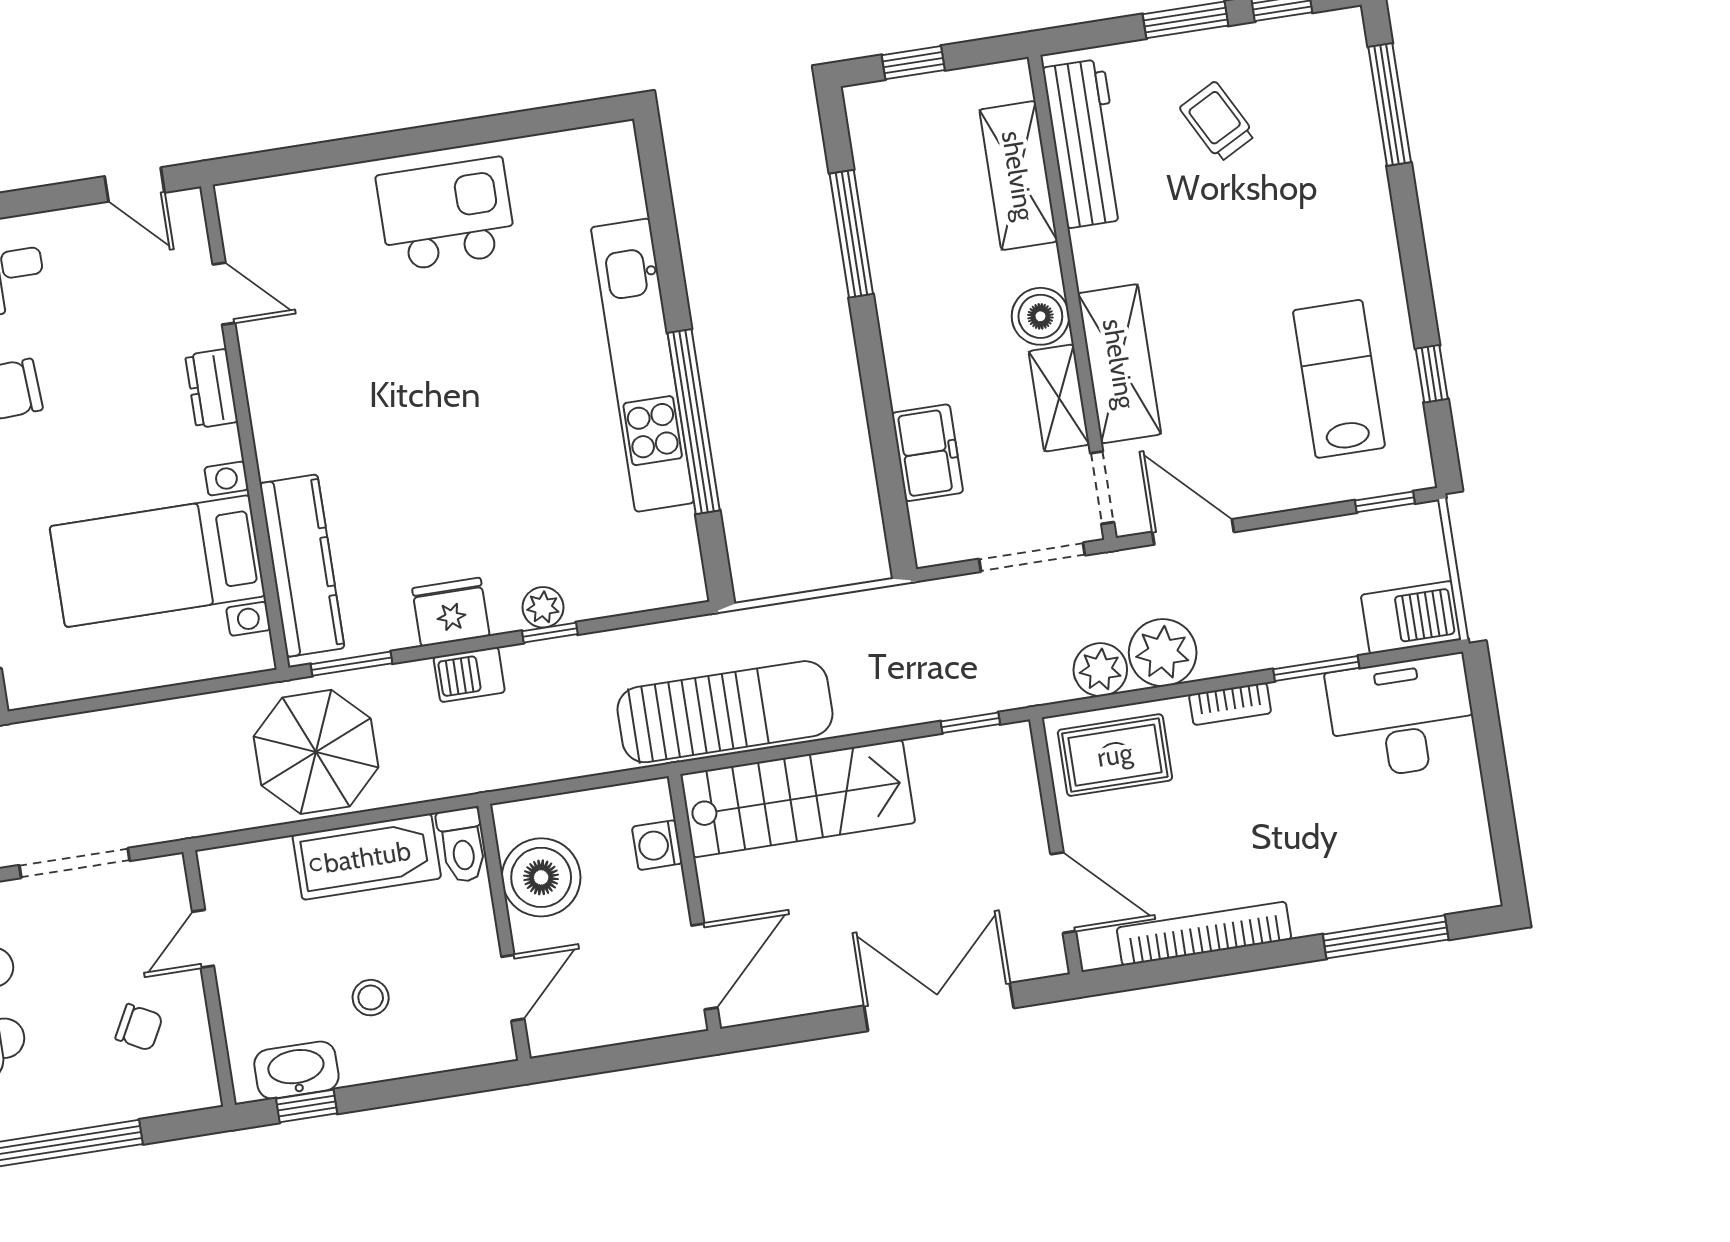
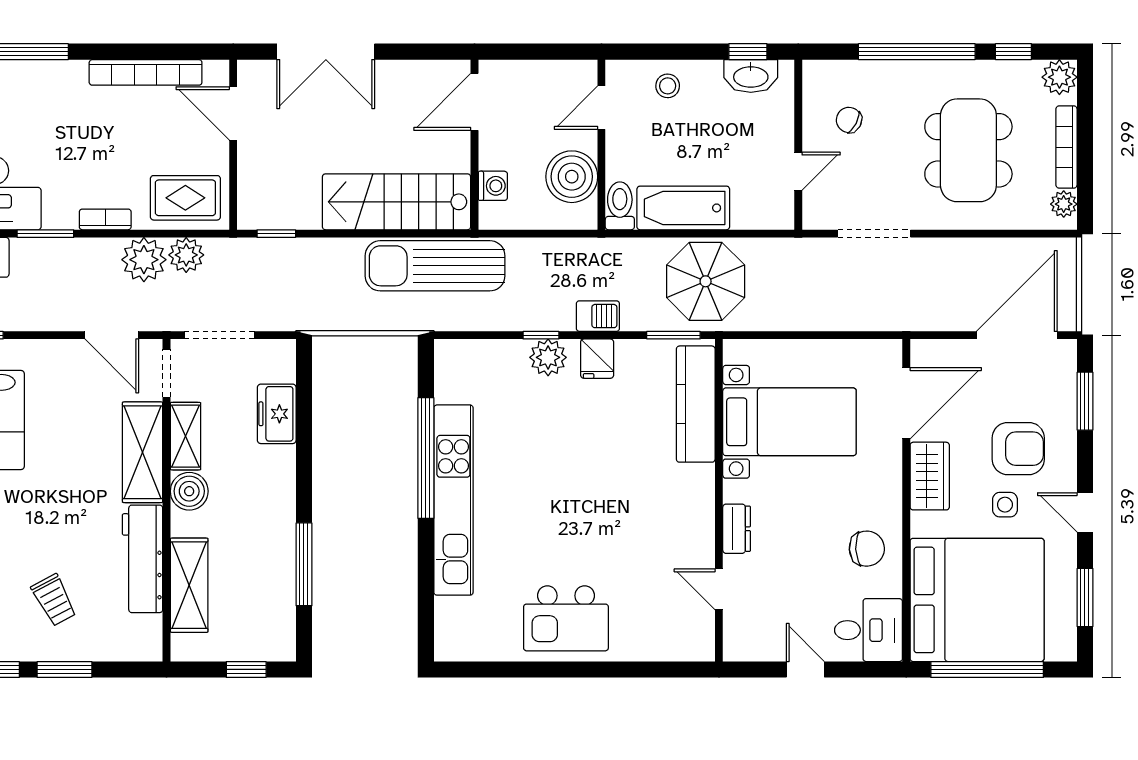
workbench: (1085, 143) -> (142, 559), moved
door: (135, 185) -> (805, 669), moved
plant: (543, 607) -> (548, 357), width x1.38, depth x1.38
fridge: (451, 612) -> (597, 359), width x0.72
stool: (371, 998) -> (668, 86), moved

